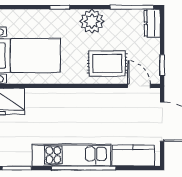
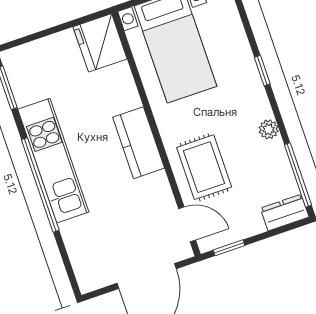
plant: (92, 21) -> (269, 129), width x0.53, depth x0.53
door: (139, 86) -> (187, 224), hinge flipped
kitchen counter: (133, 155) -> (139, 143), moved, turned 180

